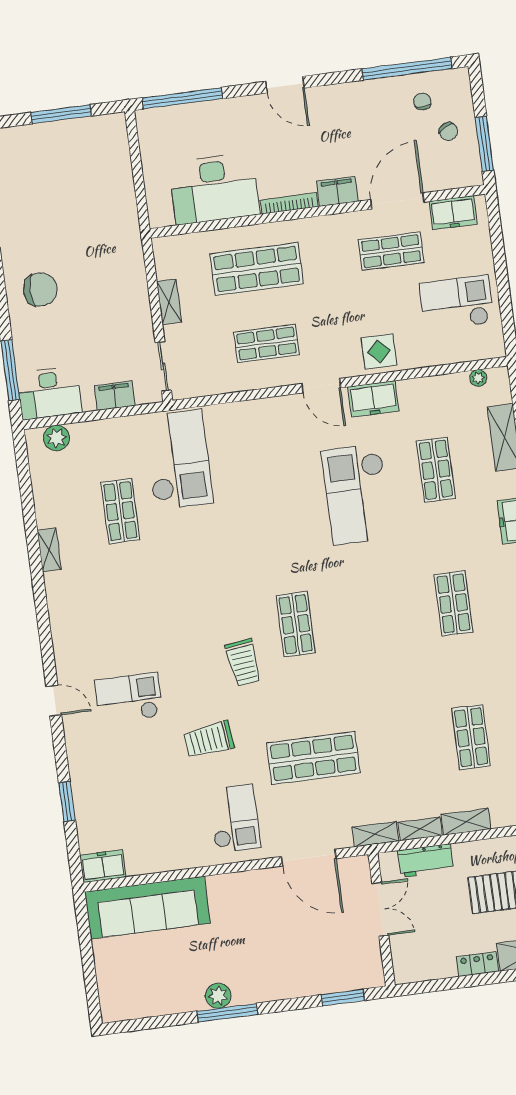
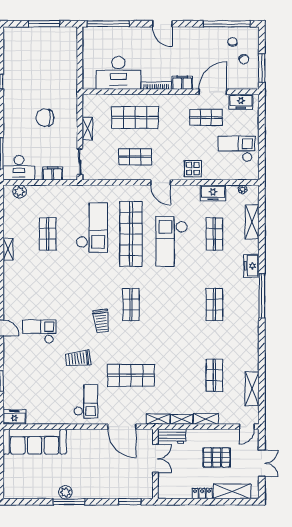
chair: (40, 289) -> (45, 118), moved, turned 180
freezer: (373, 399) -> (213, 193), moved
checkout: (178, 460) -> (92, 228), moved
shop shelf: (278, 490) -> (131, 234), added
workbench: (426, 861) -> (172, 436), moved

